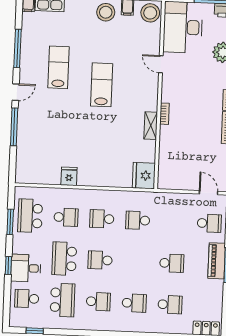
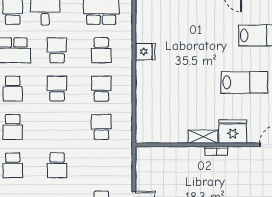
fridge: (144, 176) -> (233, 132), moved
school desk: (64, 259) -> (57, 50), width x0.54

